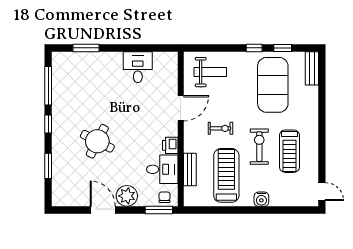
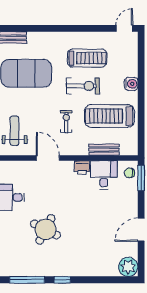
round table: (97, 141) -> (45, 229), moved
exercise bike: (259, 147) -> (83, 86), turned 180
window: (48, 166) -> (101, 280), removed
plant: (127, 196) -> (128, 267), moved

